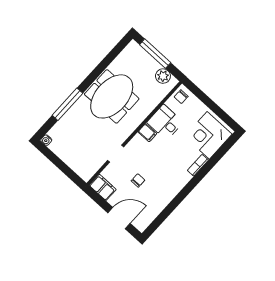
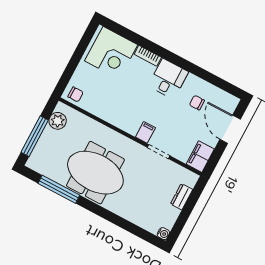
window: (67, 104) -> (59, 189), moved
desk: (165, 122) -> (168, 79), moved, turned 180
filing cabinet: (147, 133) -> (145, 132), moved
dresser: (73, 163) -> (182, 197), added
chair: (138, 180) -> (197, 103), moved

